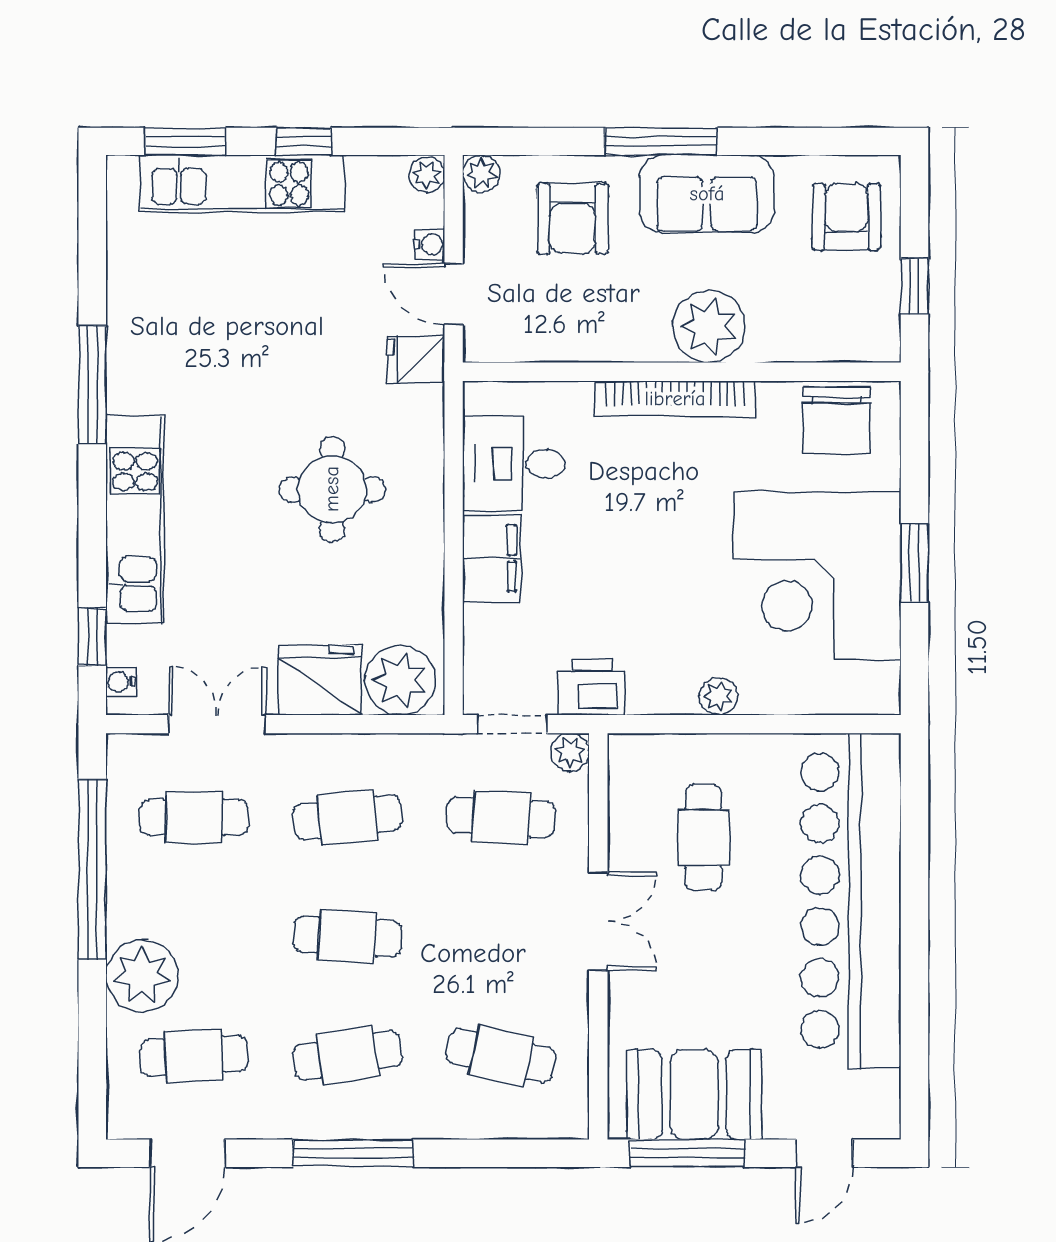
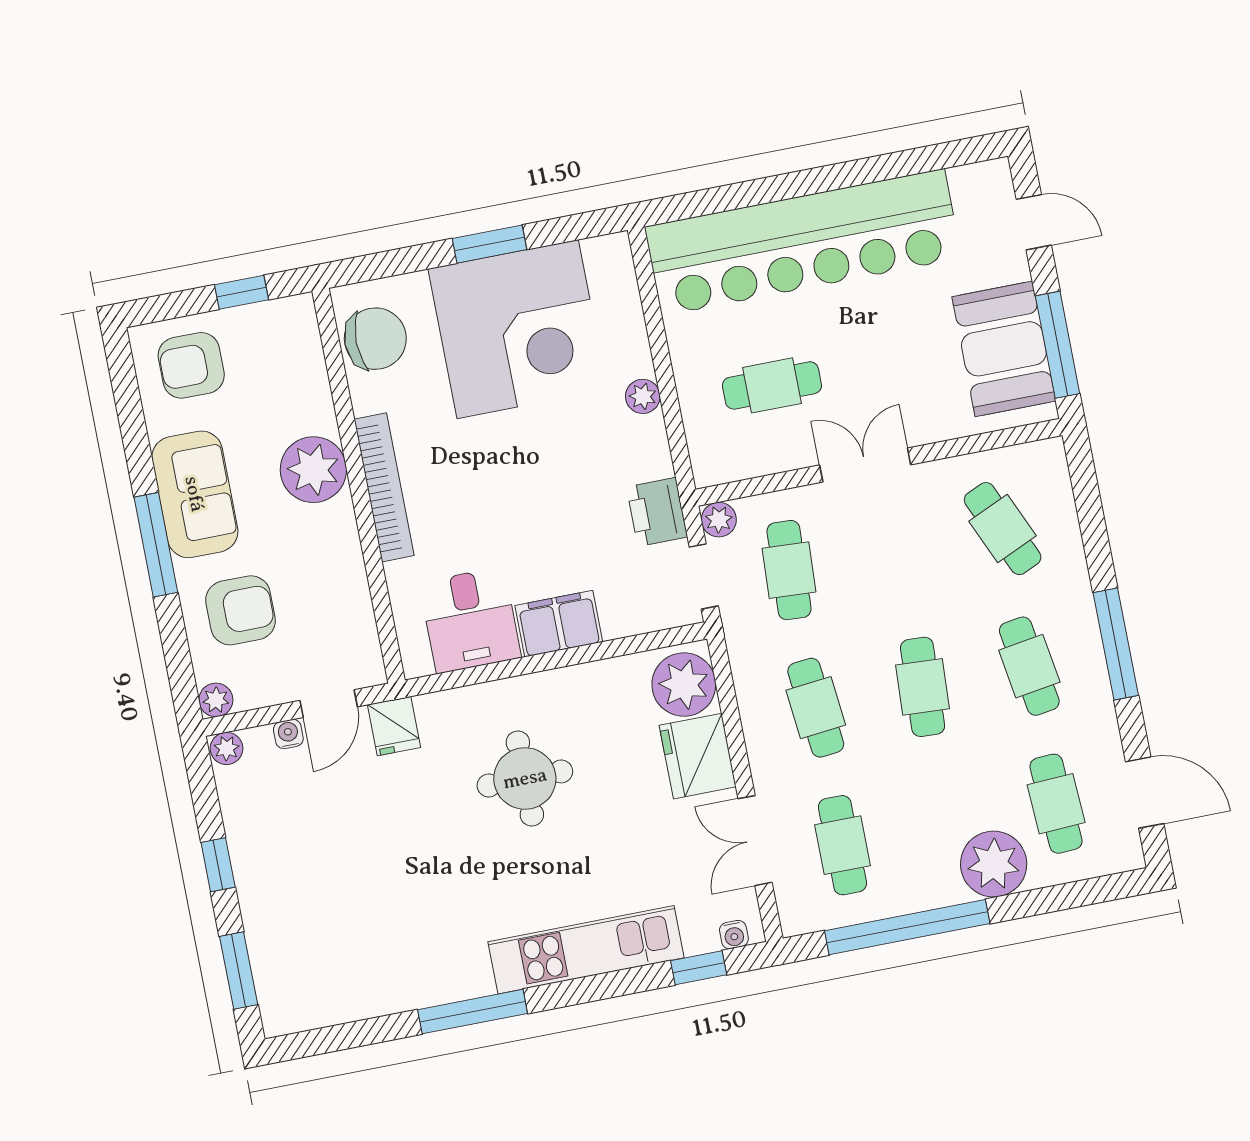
kitchen unit: (242, 184) -> (267, 912), removed
cafe table: (501, 1056) -> (1003, 529), turned -36

